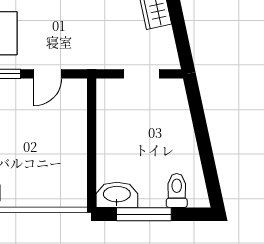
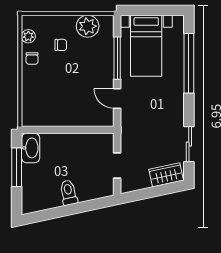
toilet: (177, 191) -> (69, 193), moved, turned -102

